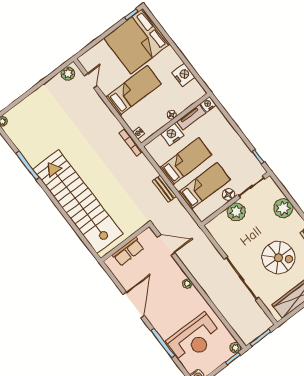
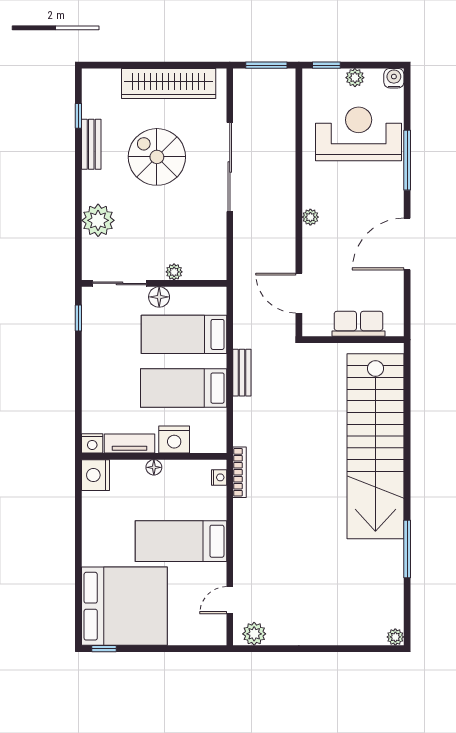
nightstand: (183, 75) -> (96, 475), moved
plant: (236, 212) -> (174, 272), width x0.53, depth x0.53
plant: (235, 348) -> (355, 78), moved

